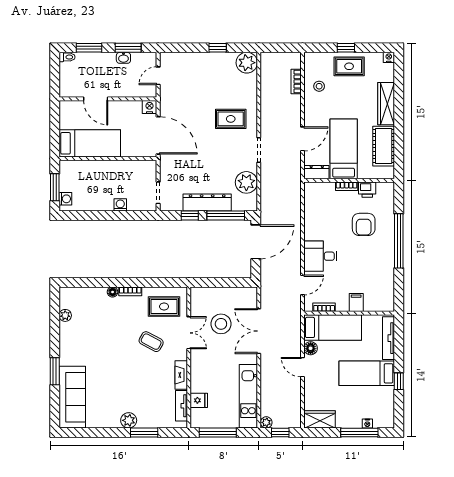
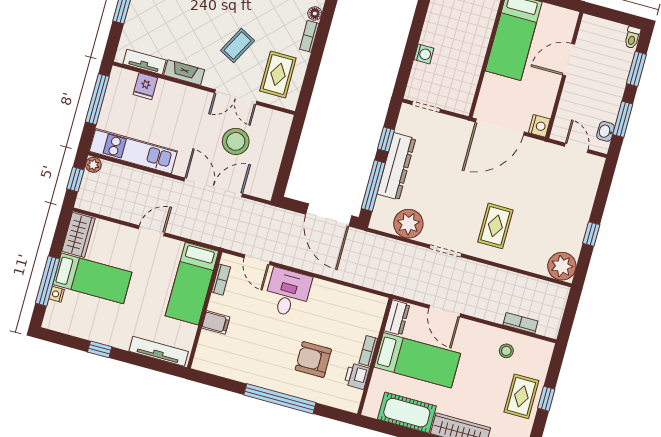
washbasin: (123, 58) -> (606, 131), moved
floor lamp: (311, 348) -> (173, 248), removed
bed: (367, 373) -> (92, 278), moved, turned 90

